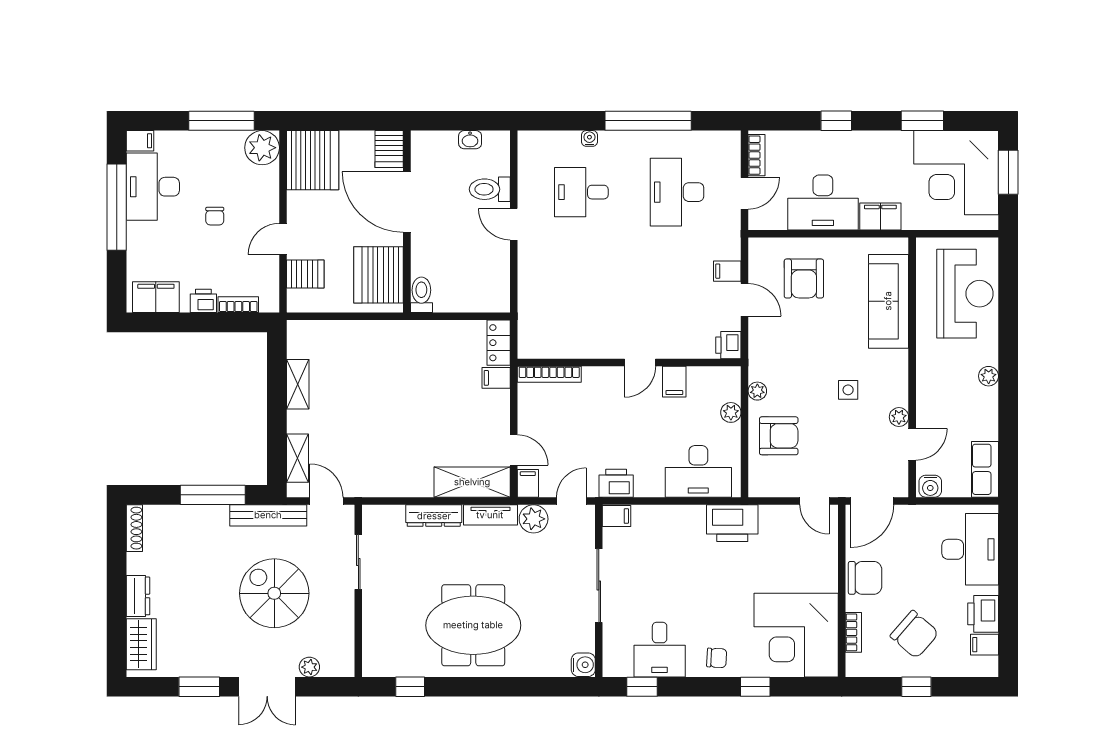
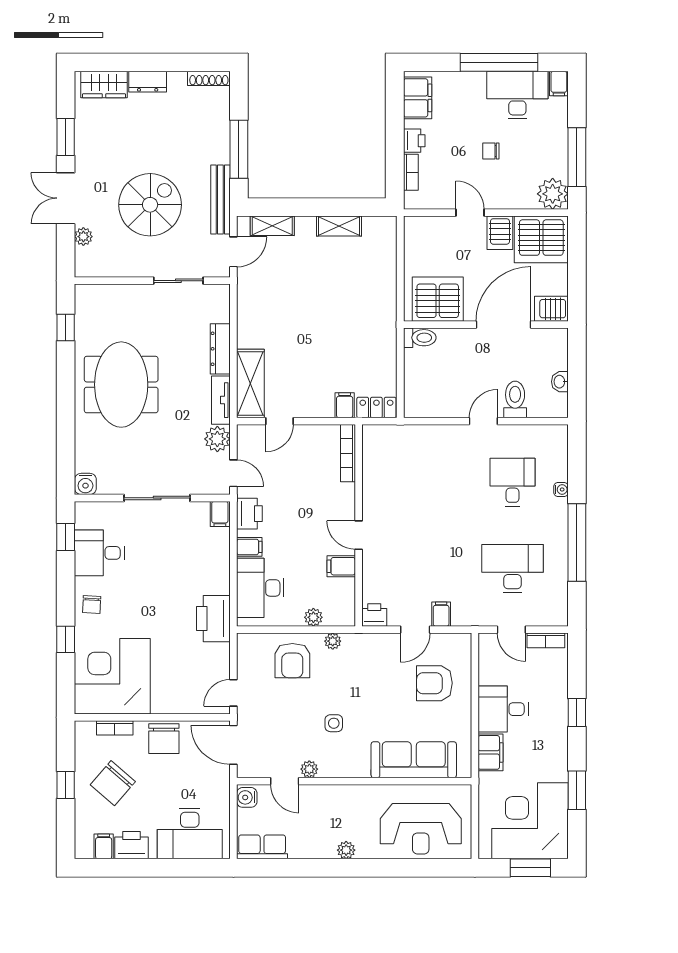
desk: (823, 202) -> (503, 709), width x0.73
server rack: (305, 274) -> (500, 233), moved
filing cabinet: (528, 483) -> (249, 547), moved

